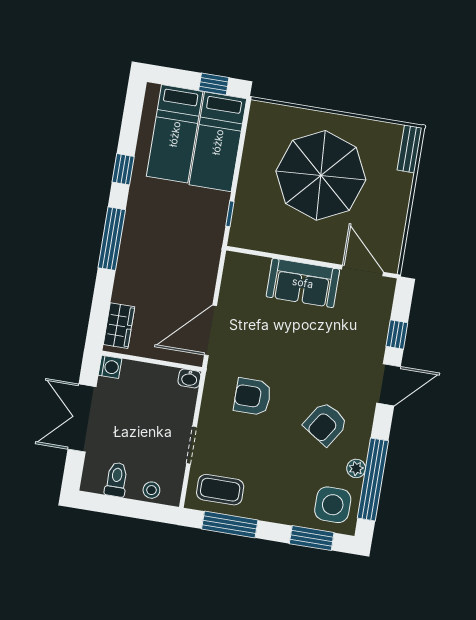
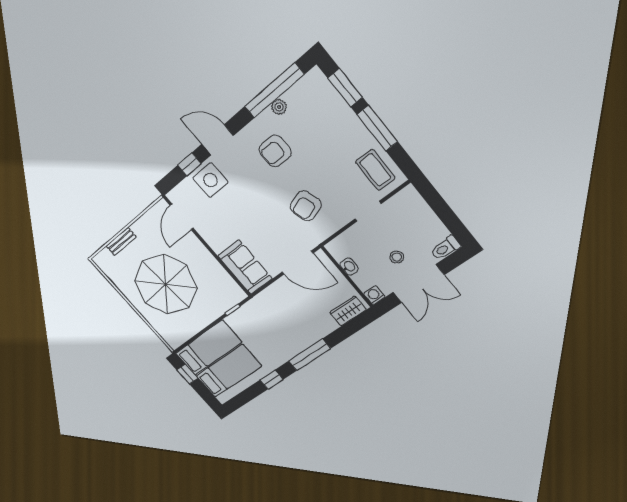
bench: (410, 149) -> (121, 242), moved
sofa: (303, 283) -> (245, 267), moved
washbasin: (189, 378) -> (349, 267), moved
armchair: (253, 397) -> (306, 206), turned 73
armchair: (326, 424) -> (275, 151), turned 147
toilet: (116, 480) -> (445, 248), moved
stool: (151, 490) -> (397, 257), moved
side table: (333, 505) -> (210, 180), moved
window: (230, 525) -> (377, 128), moved

